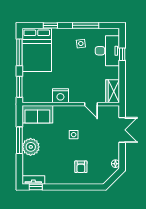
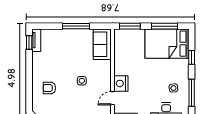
nightstand: (60, 96) -> (121, 83), moved
plant: (31, 147) -> (69, 38), removed

